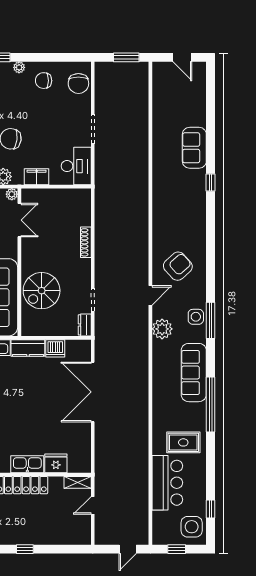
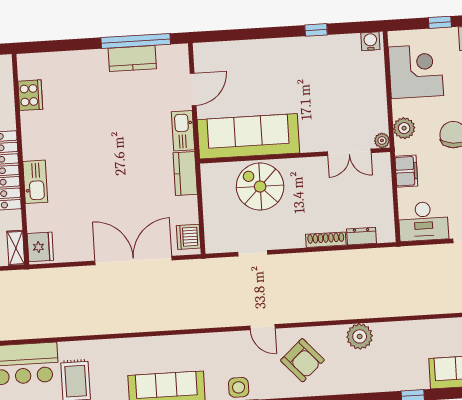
dresser: (85, 325) -> (361, 236), moved
plant: (162, 329) -> (360, 336), moved
dishwasher: (55, 348) -> (189, 237), moved
fridge: (56, 463) -> (40, 247), moved

